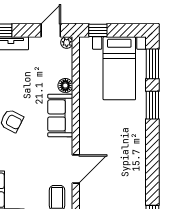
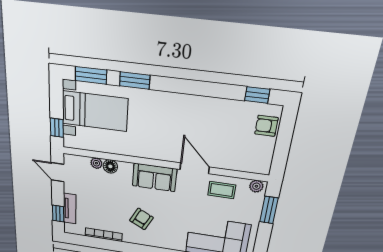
plant: (67, 43) -> (96, 163), moved
sofa: (60, 115) -> (154, 177), moved

